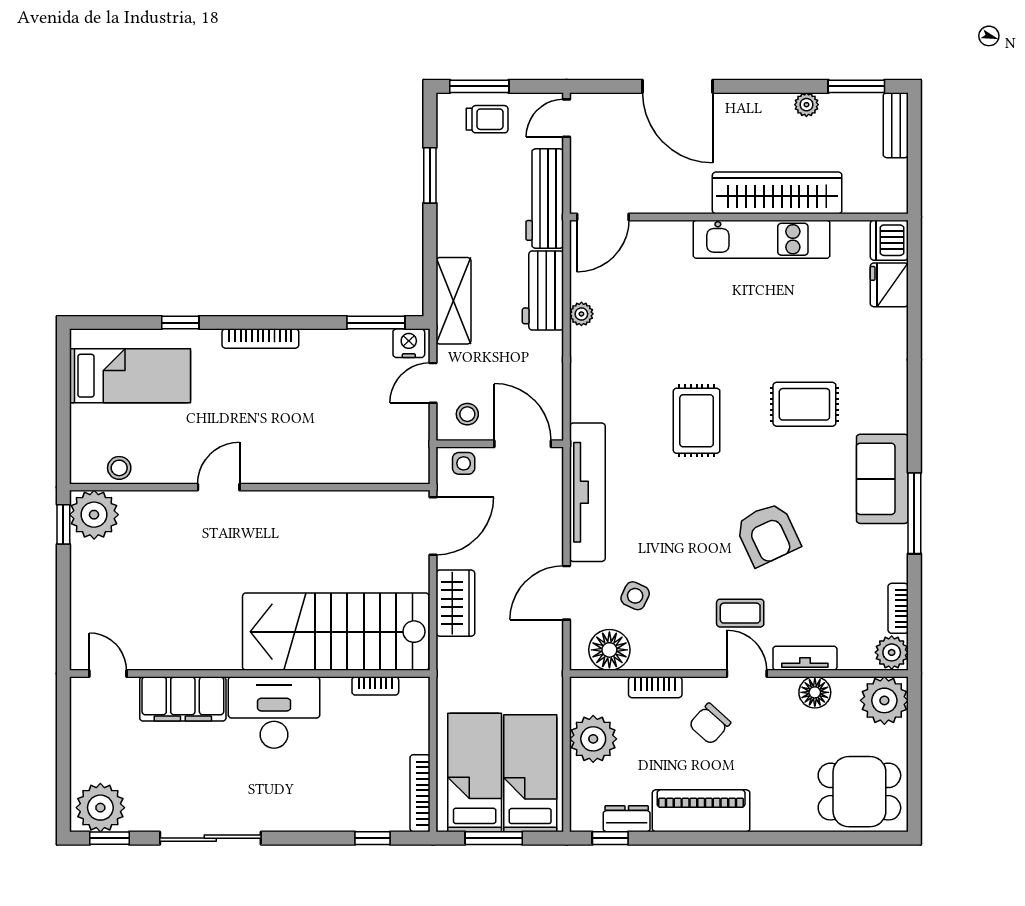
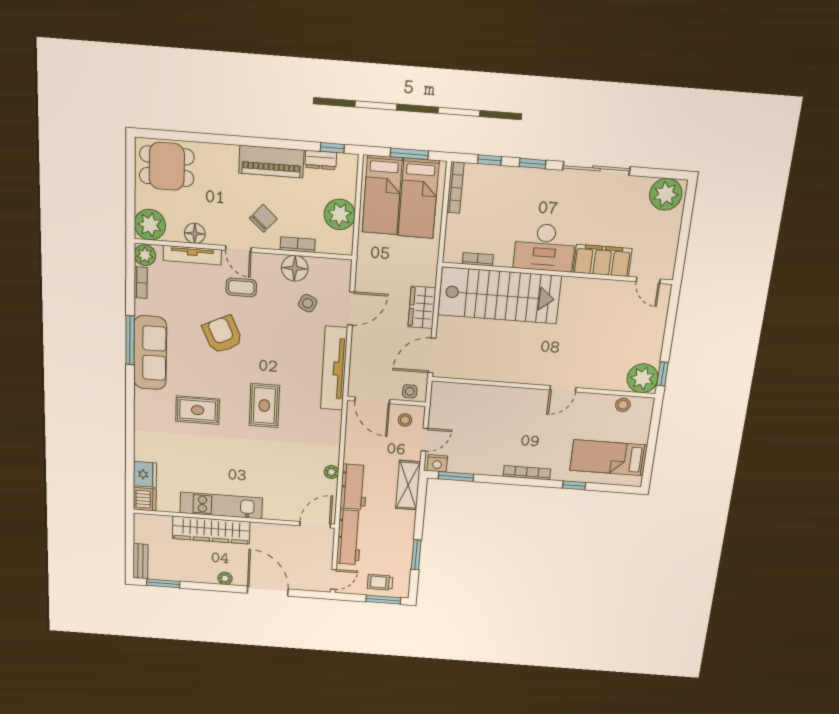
plant: (806, 105) -> (225, 578), moved
sofa: (882, 479) -> (150, 353), width x1.36
floor lamp: (609, 650) -> (295, 268), moved
tv unit: (805, 658) -> (192, 255), width x1.41
window: (110, 838) -> (533, 163), moved

